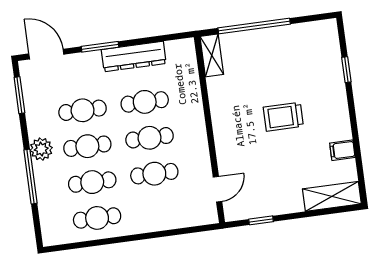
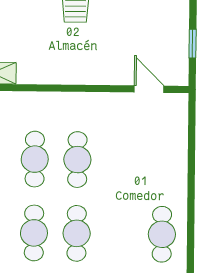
cafe table: (154, 174) -> (120, 160), removed
cafe table: (92, 182) -> (119, 234), removed

